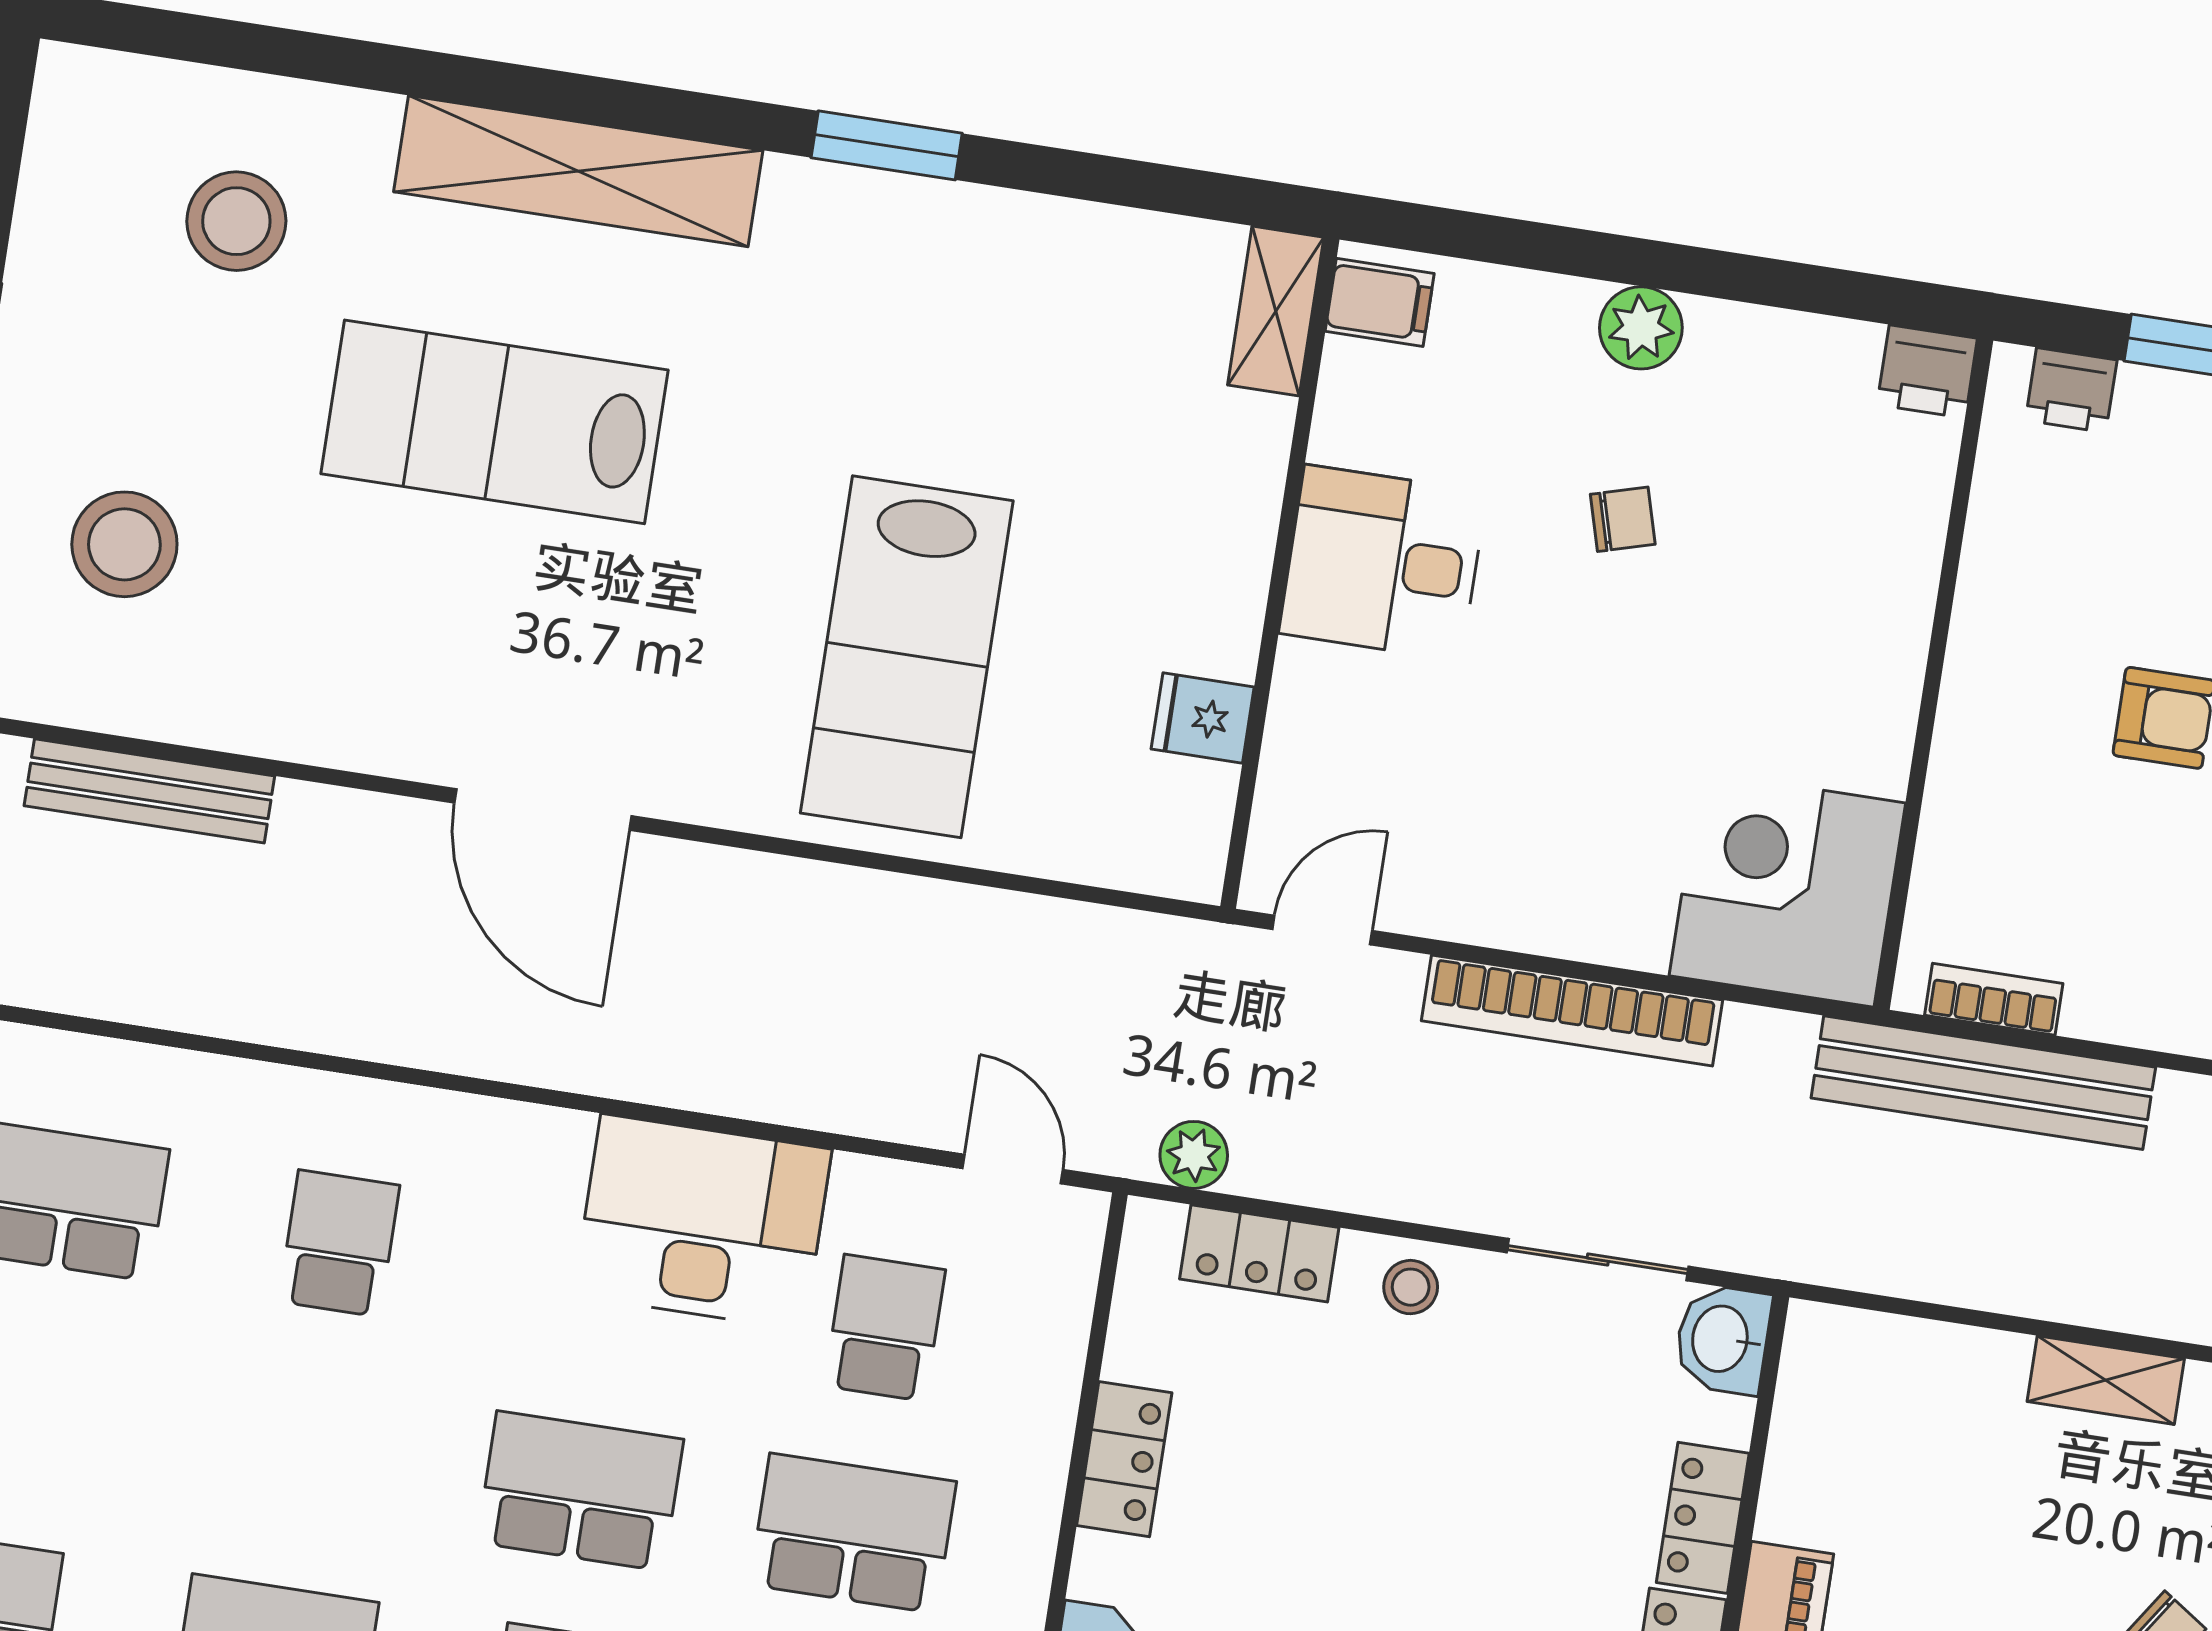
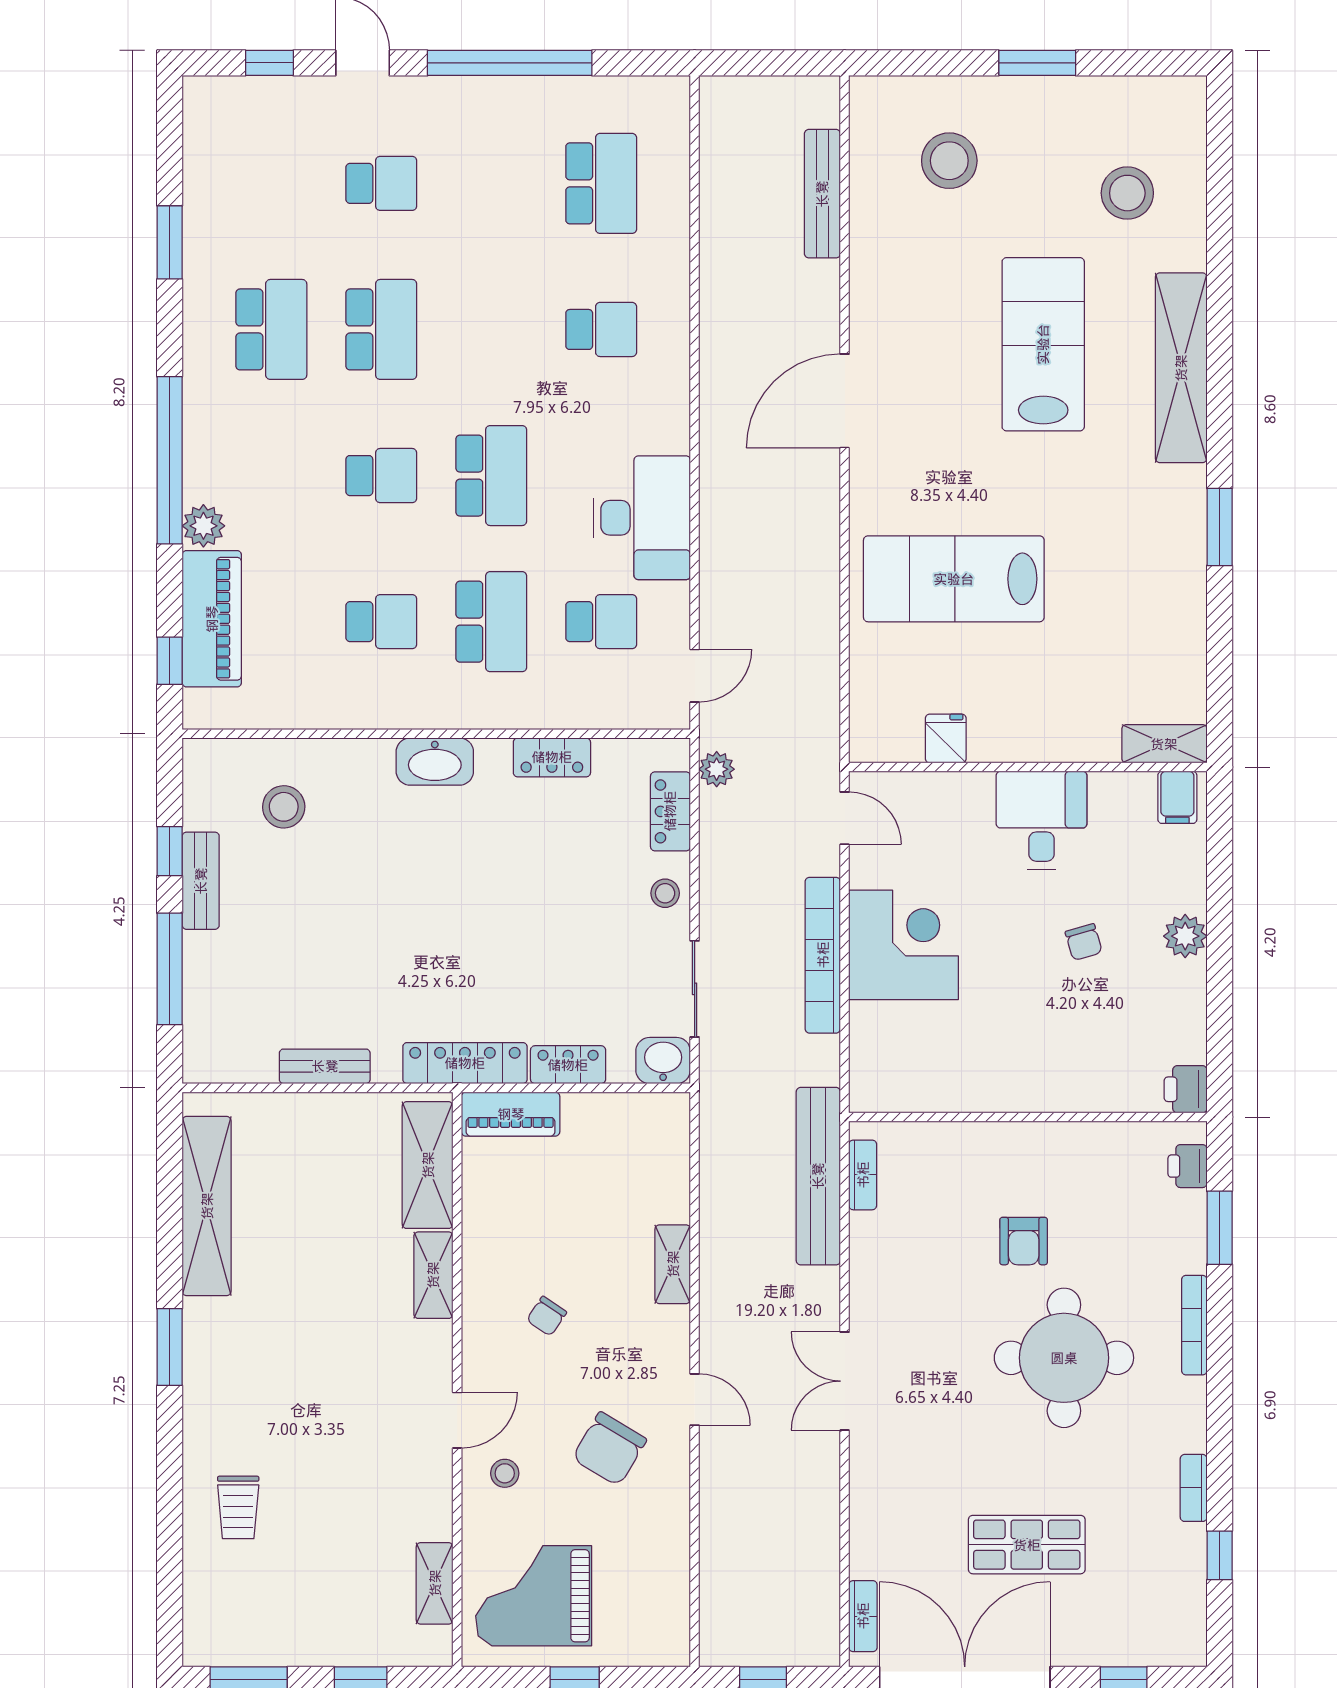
corner desk: (1787, 889) -> (904, 945), moved

